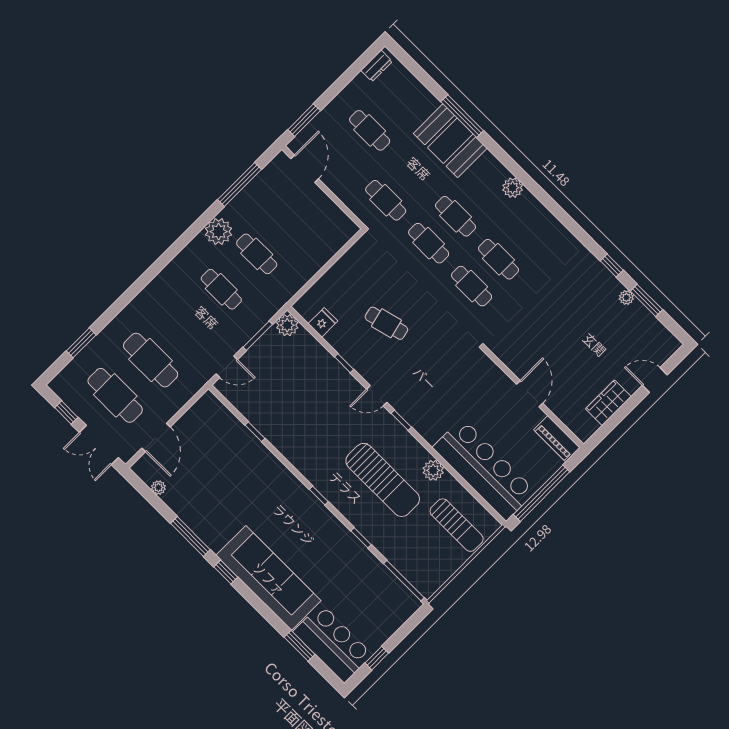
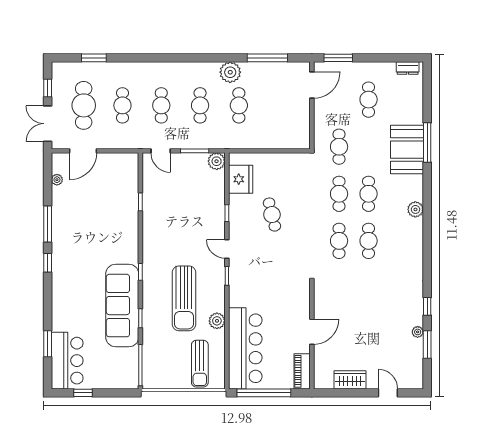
fridge: (323, 322) -> (241, 179), width x1.88, depth x1.34
cafe table: (186, 325) -> (161, 105), added
cafe table: (151, 360) -> (122, 105), width x0.73, depth x0.74
sofa: (269, 578) -> (122, 306), moved, turned 180

